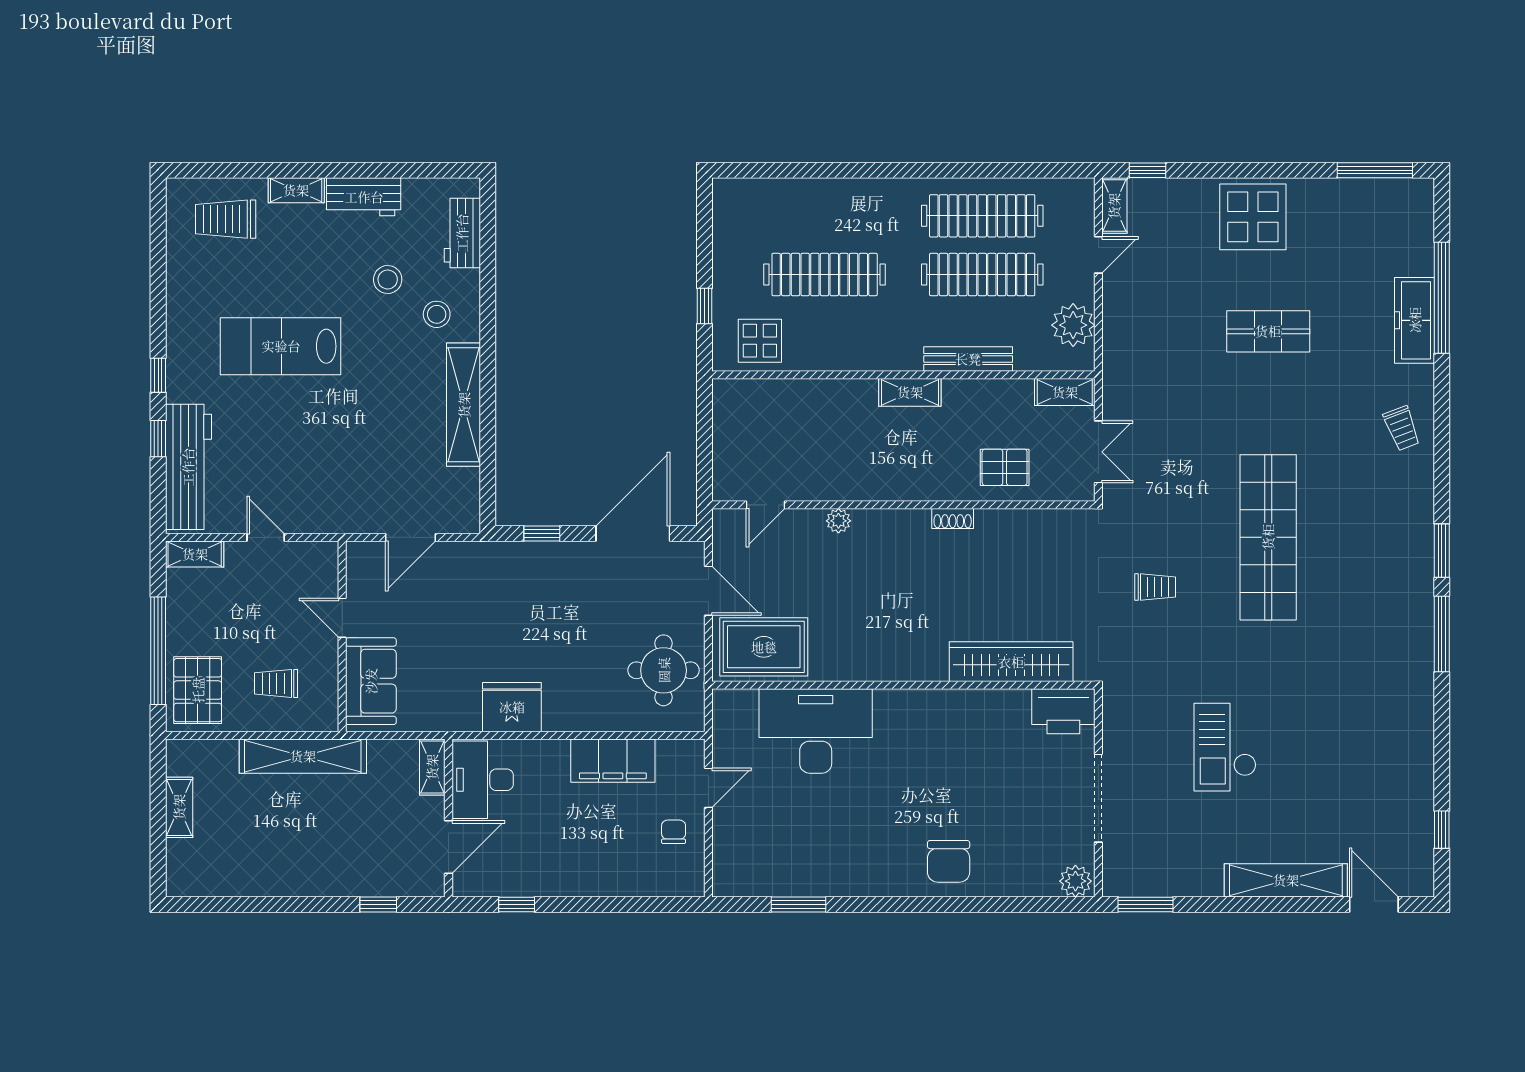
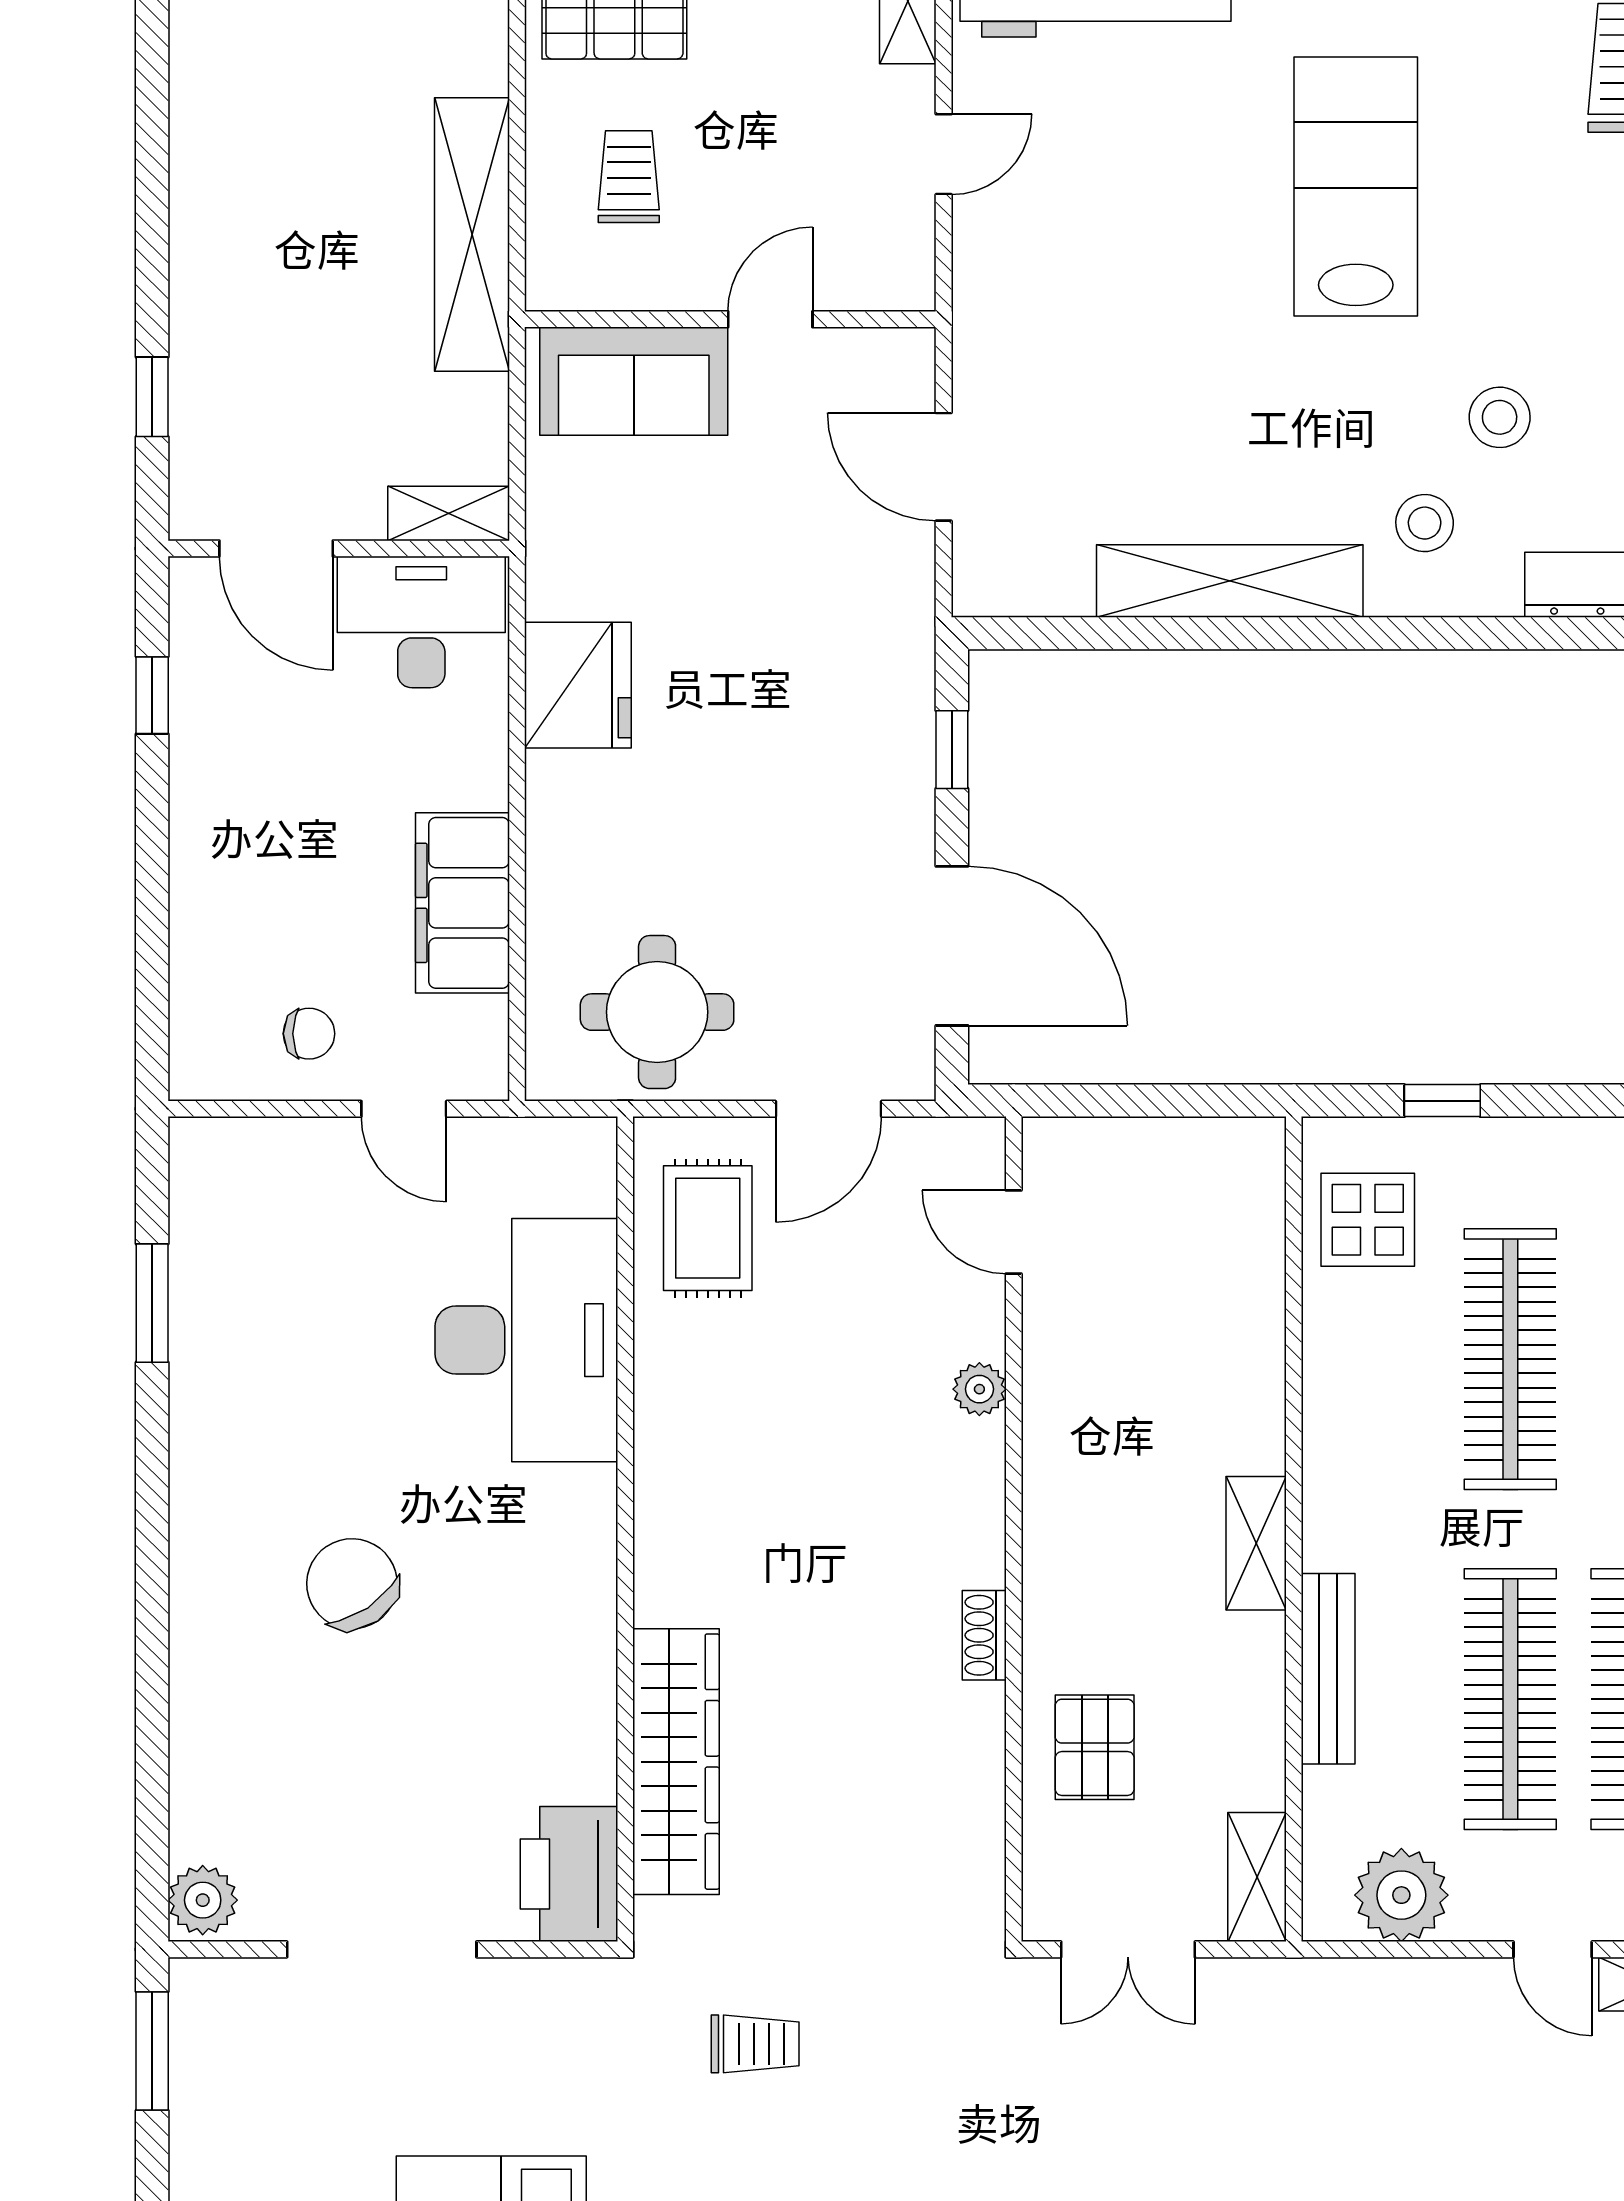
trolley: (1155, 587) -> (755, 2044), moved, turned -90
rug: (764, 647) -> (708, 1228), width x0.73, depth x0.70
chair: (949, 861) -> (352, 1584), moved, turned 56

